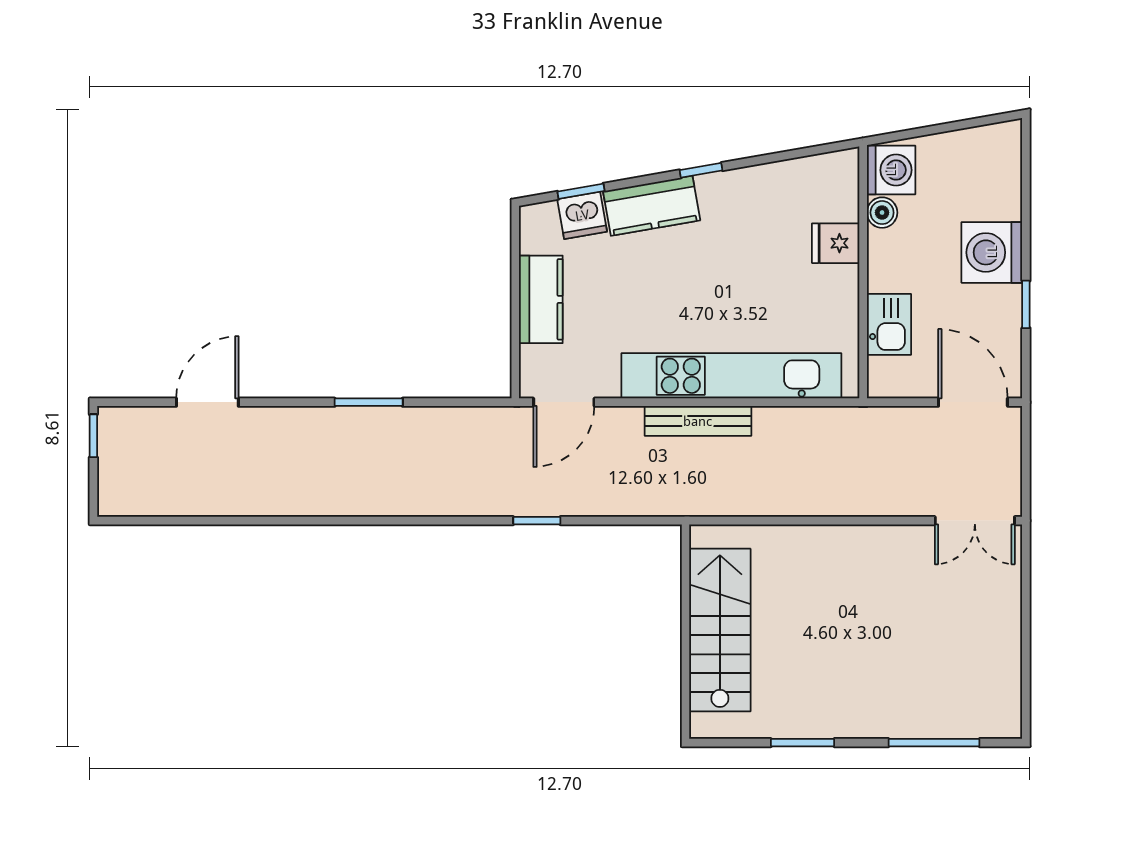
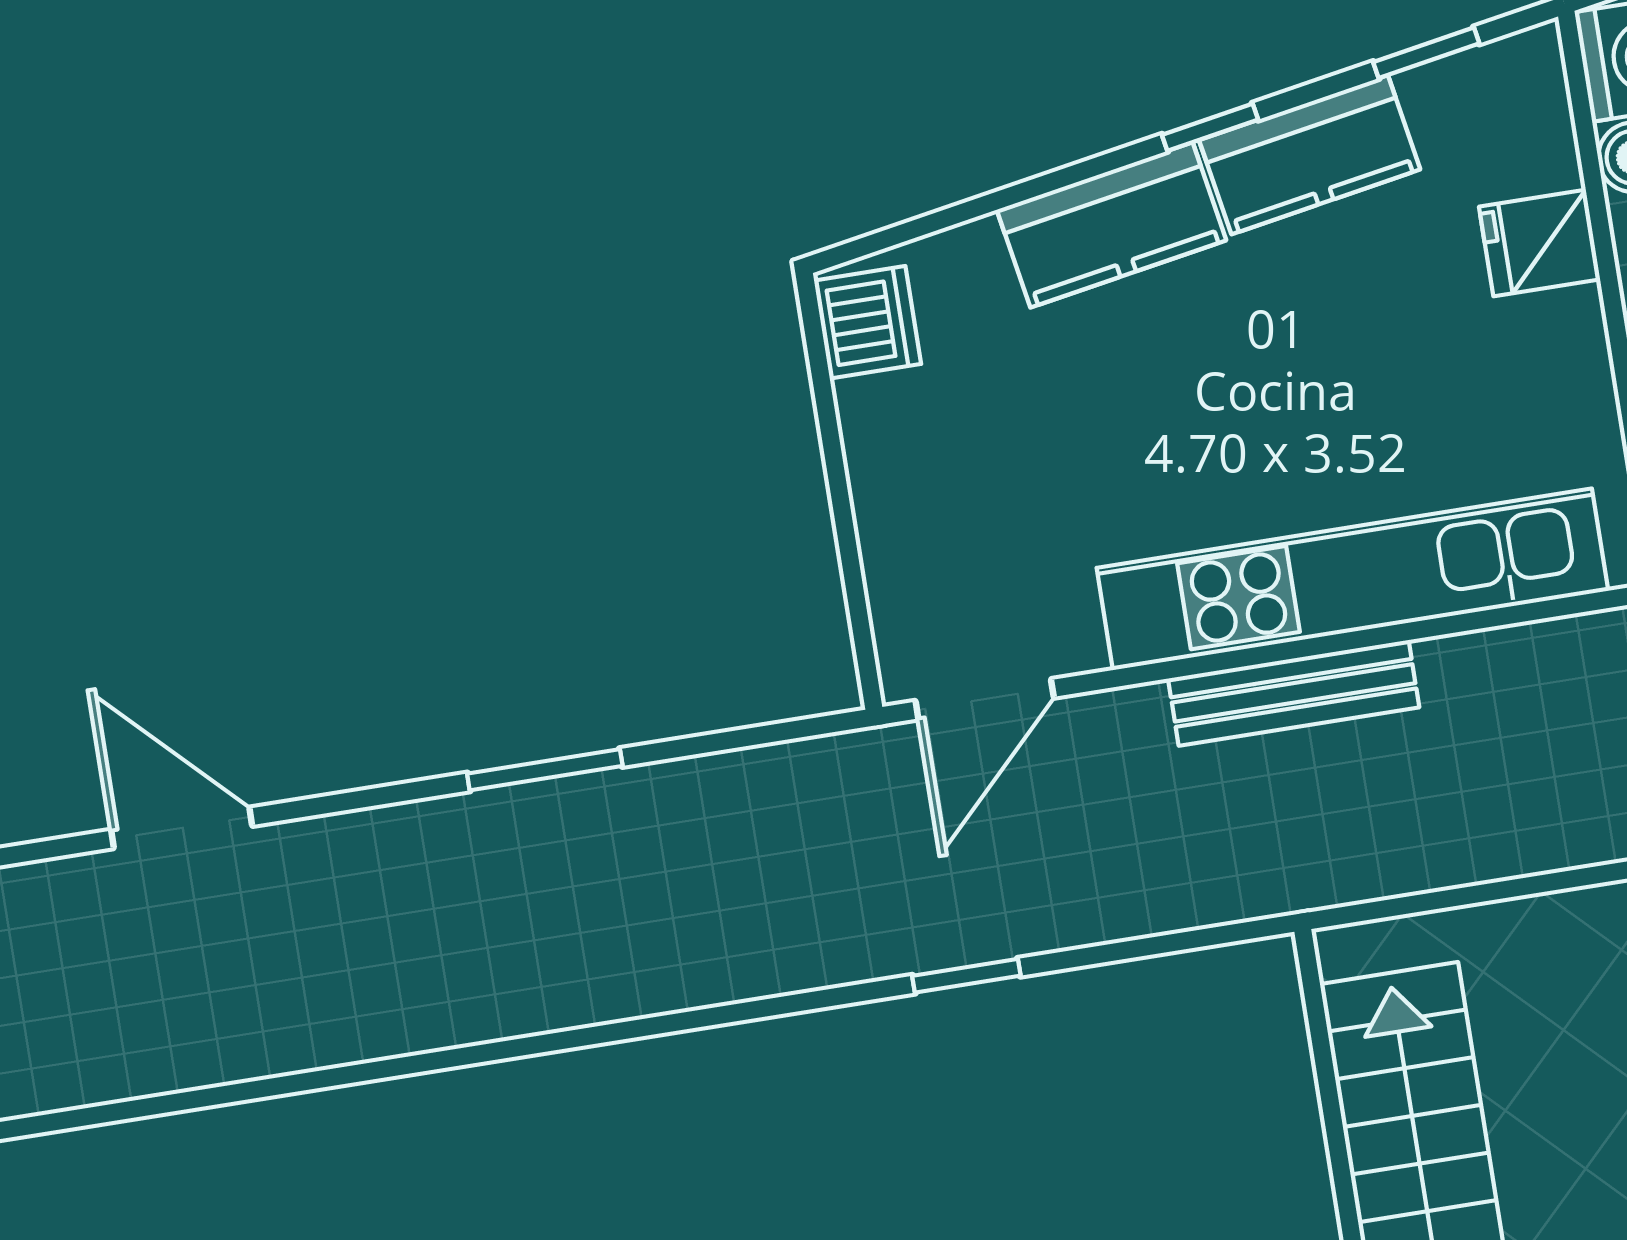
window: (581, 191) -> (1426, 53), moved
dishwasher: (582, 215) -> (868, 322), moved, turned -80
kitchen counter: (541, 299) -> (1310, 155), moved, turned 80
door: (207, 402) -> (182, 828), hinge flipped

